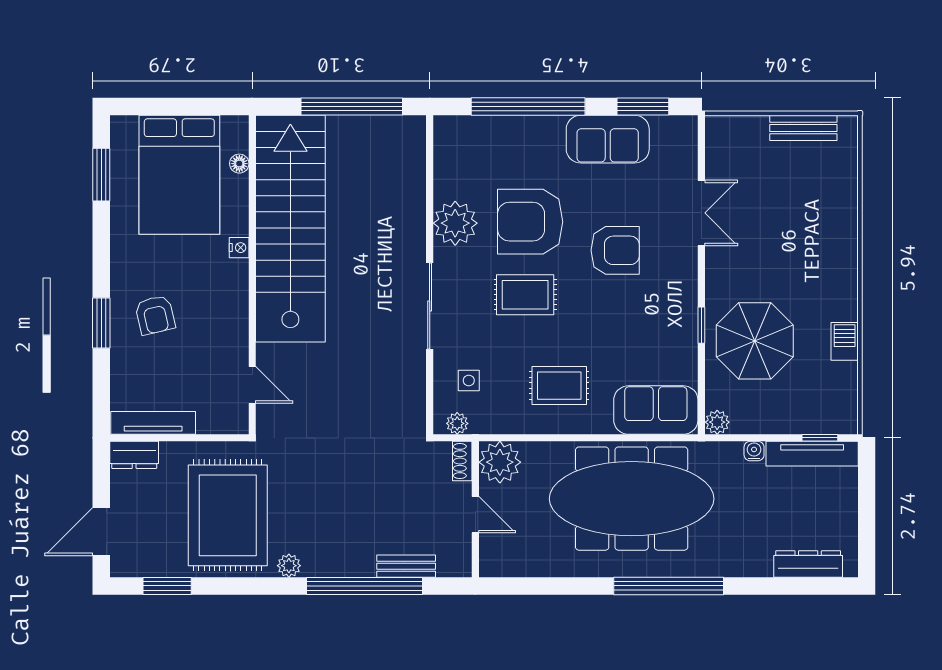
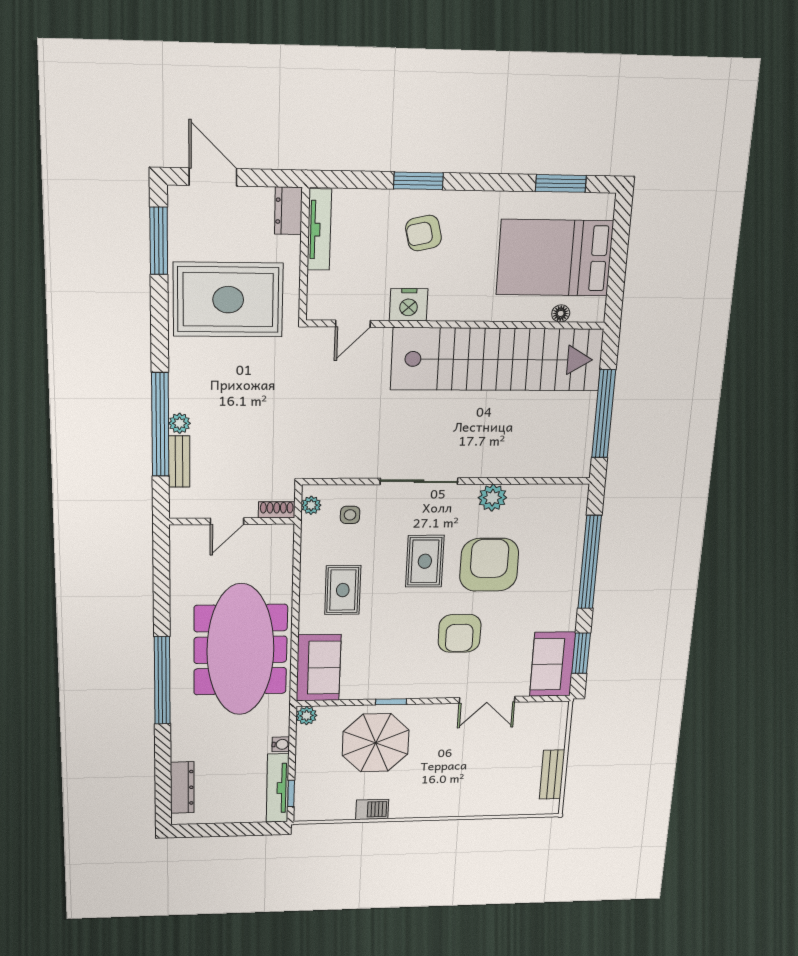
sofa: (608, 139) -> (553, 664), moved
plant: (455, 223) -> (492, 498), width x0.73, depth x0.73
nightstand: (239, 248) -> (409, 305), moved, width x1.89, depth x1.79
plant: (500, 462) -> (275, 541), removed
plant: (289, 566) -> (180, 423), moved
window: (167, 586) -> (159, 241), width x1.44

